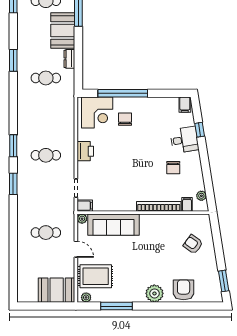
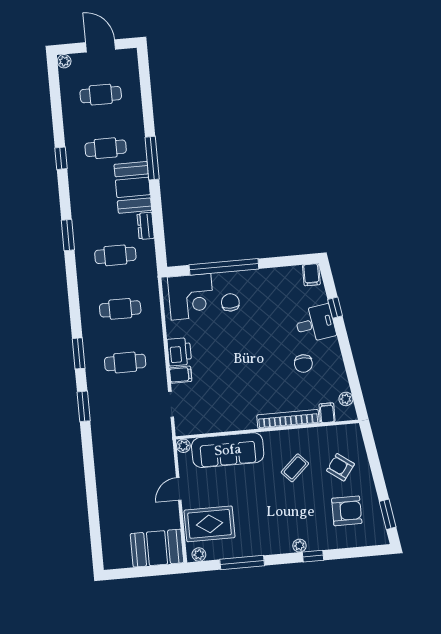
filing cabinet: (85, 206) -> (181, 375), moved
cafe table: (46, 233) -> (120, 309), moved
coffee table: (160, 242) -> (295, 468), added
door: (76, 249) -> (179, 489), swing flipped
armchair: (184, 290) -> (347, 511), moved, turned 90
plant: (154, 293) -> (299, 546), width x0.53, depth x0.53
window: (168, 306) -> (313, 556), added

